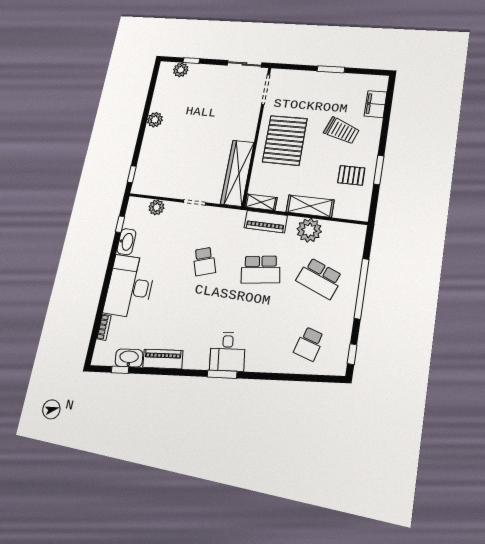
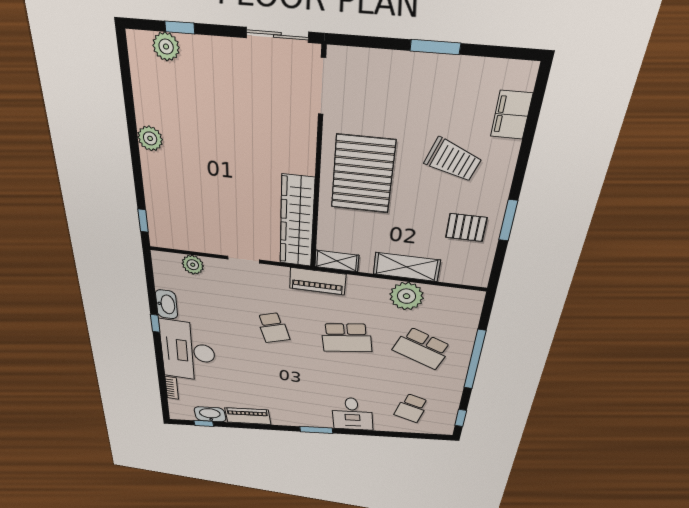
piano: (266, 222) -> (318, 281), moved
window: (120, 224) -> (155, 323), moved
desk: (227, 352) -> (352, 414), moved

